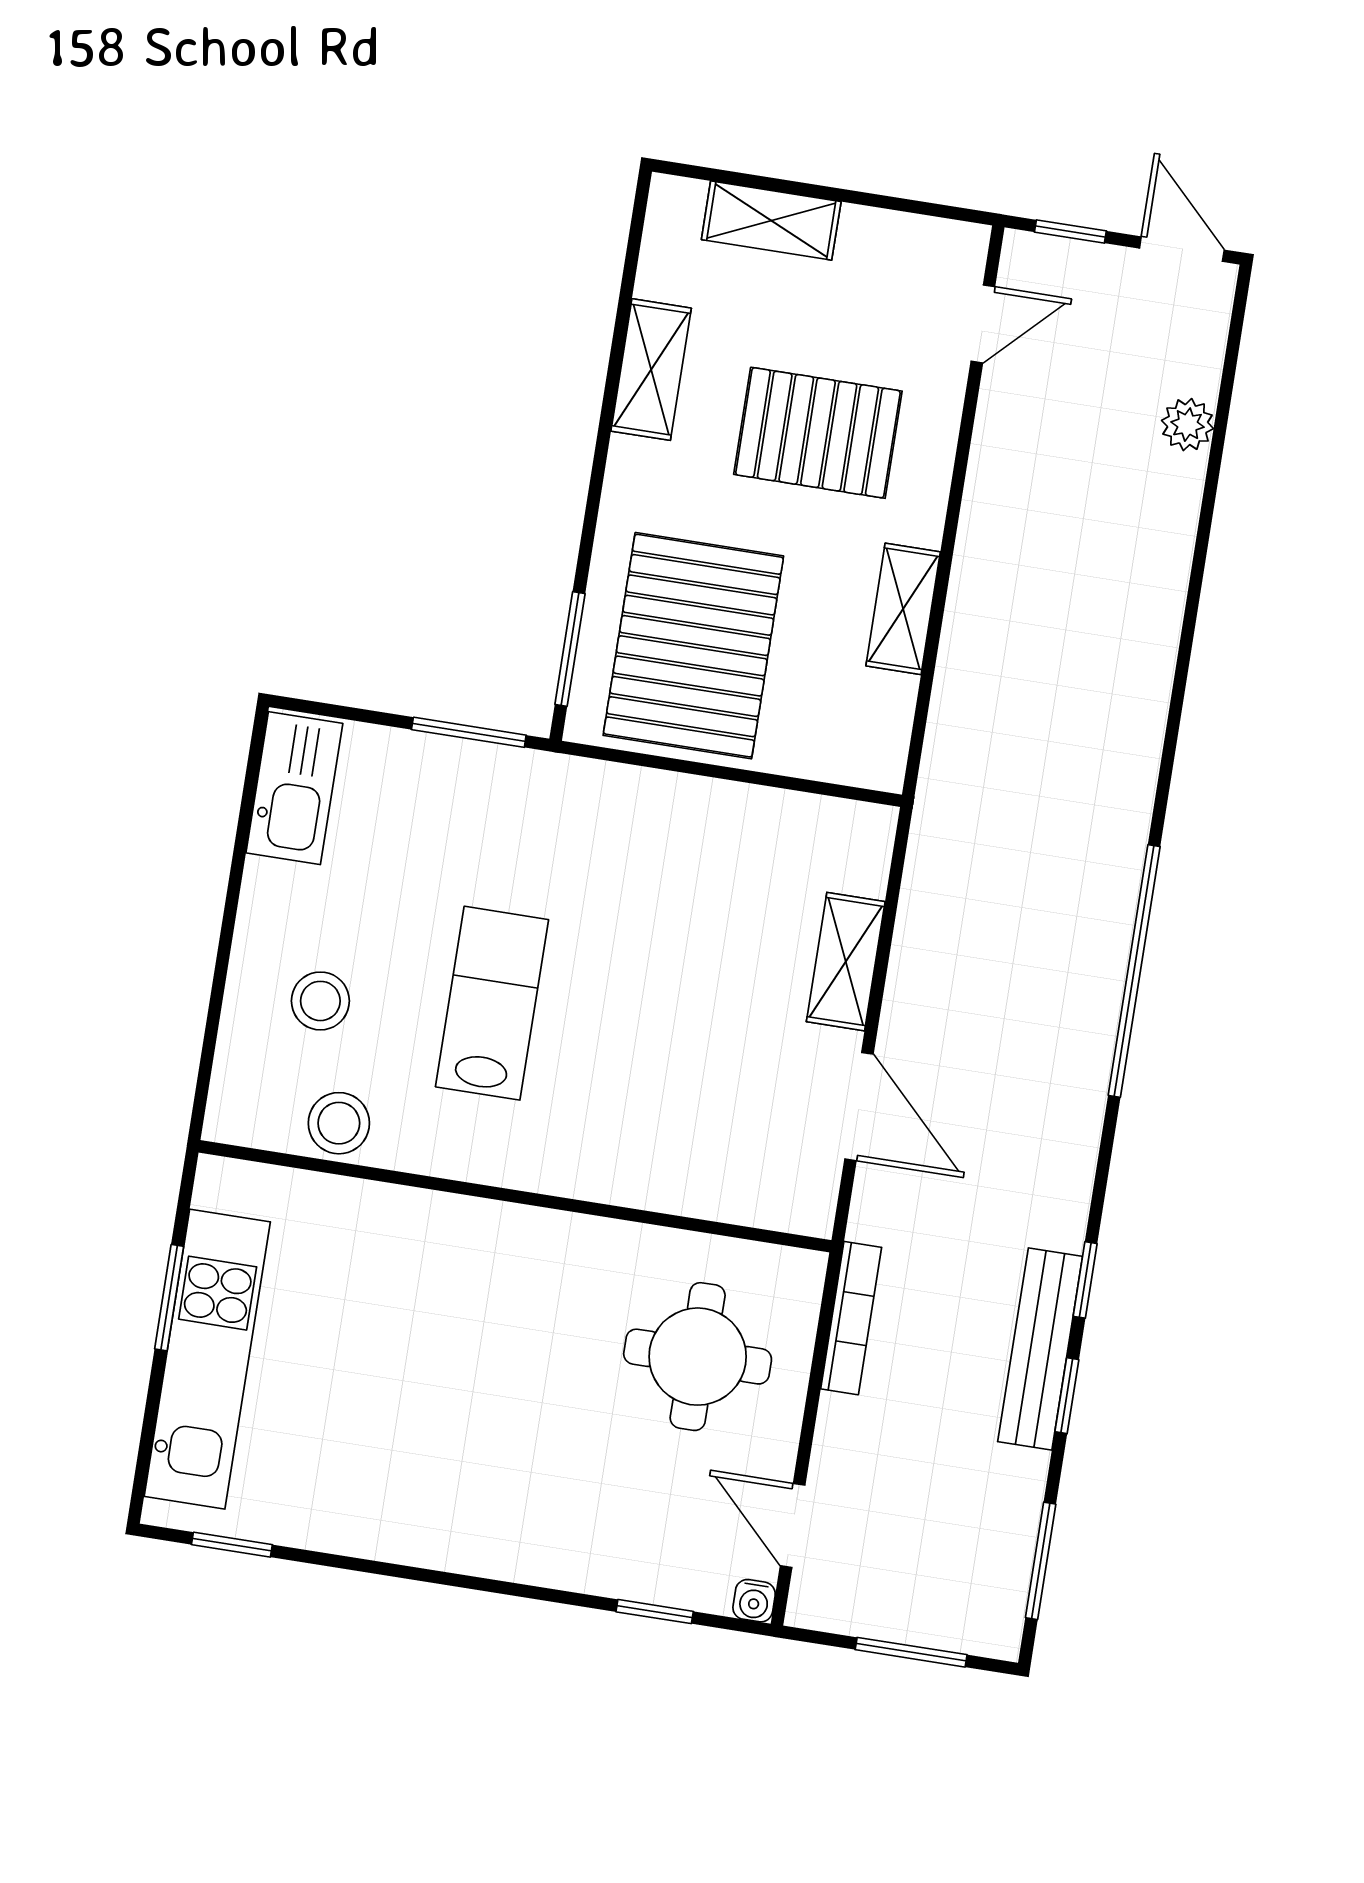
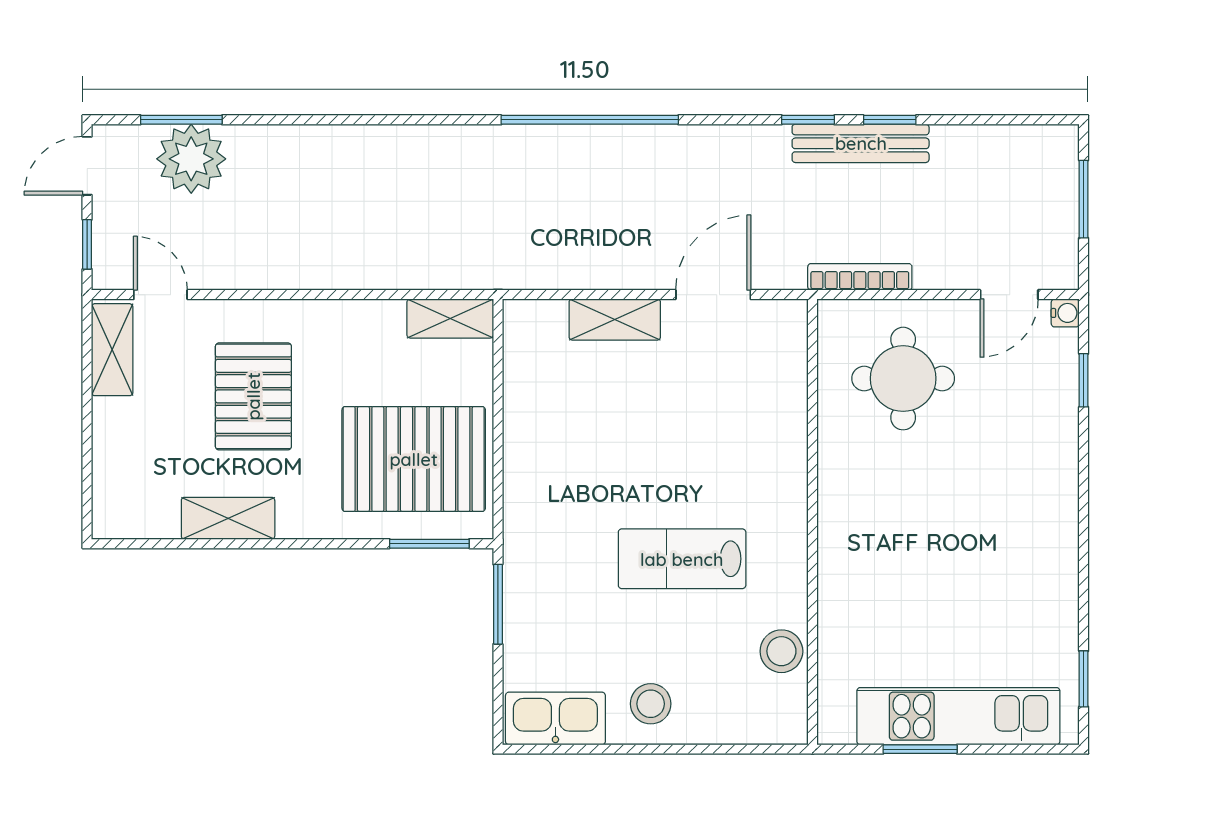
shelving: (771, 221) -> (112, 350), moved
plant: (1188, 425) -> (191, 159), width x1.87, depth x1.87
shelving: (903, 609) -> (450, 318), moved
stool: (320, 1001) -> (651, 704), moved
window: (1041, 1561) -> (181, 120), moved

